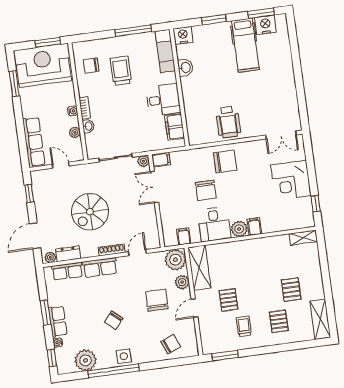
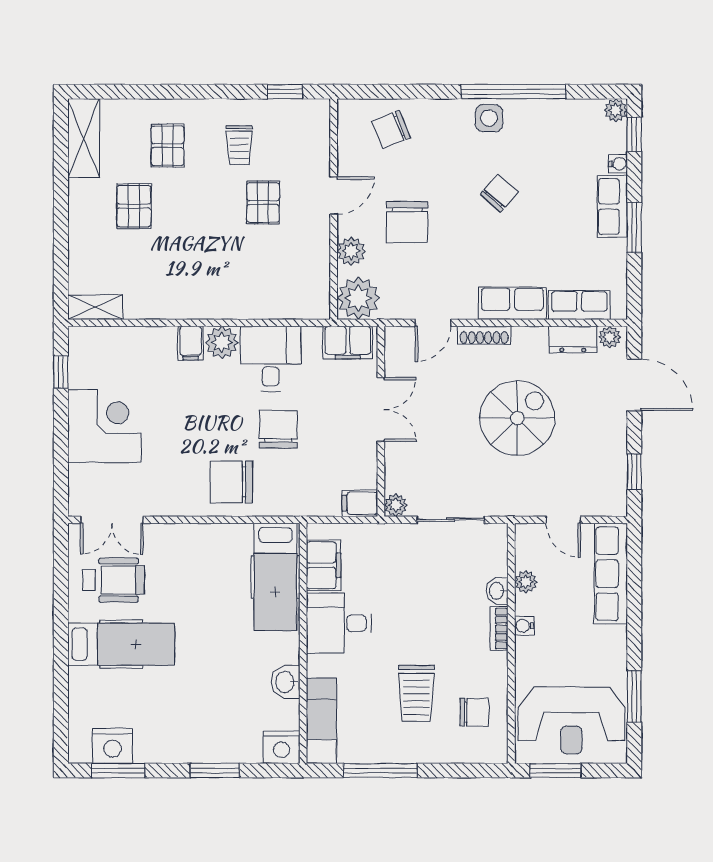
hospital bed: (245, 45) -> (121, 644), moved, turned 90
hospital bed: (197, 118) -> (275, 577), added
wheelchair: (228, 122) -> (114, 580), moved, turned 90
double door: (281, 135) -> (112, 520), swing flipped
double door: (154, 187) -> (381, 410), moved
door: (35, 236) -> (634, 385), hinge flipped
filing cabinet: (184, 236) -> (348, 343), width x2.00
shelving: (199, 268) -> (313, 275), removed
window: (225, 356) -> (285, 92), width x0.67
plant: (86, 360) -> (616, 110), moved, width x0.53, depth x0.53

